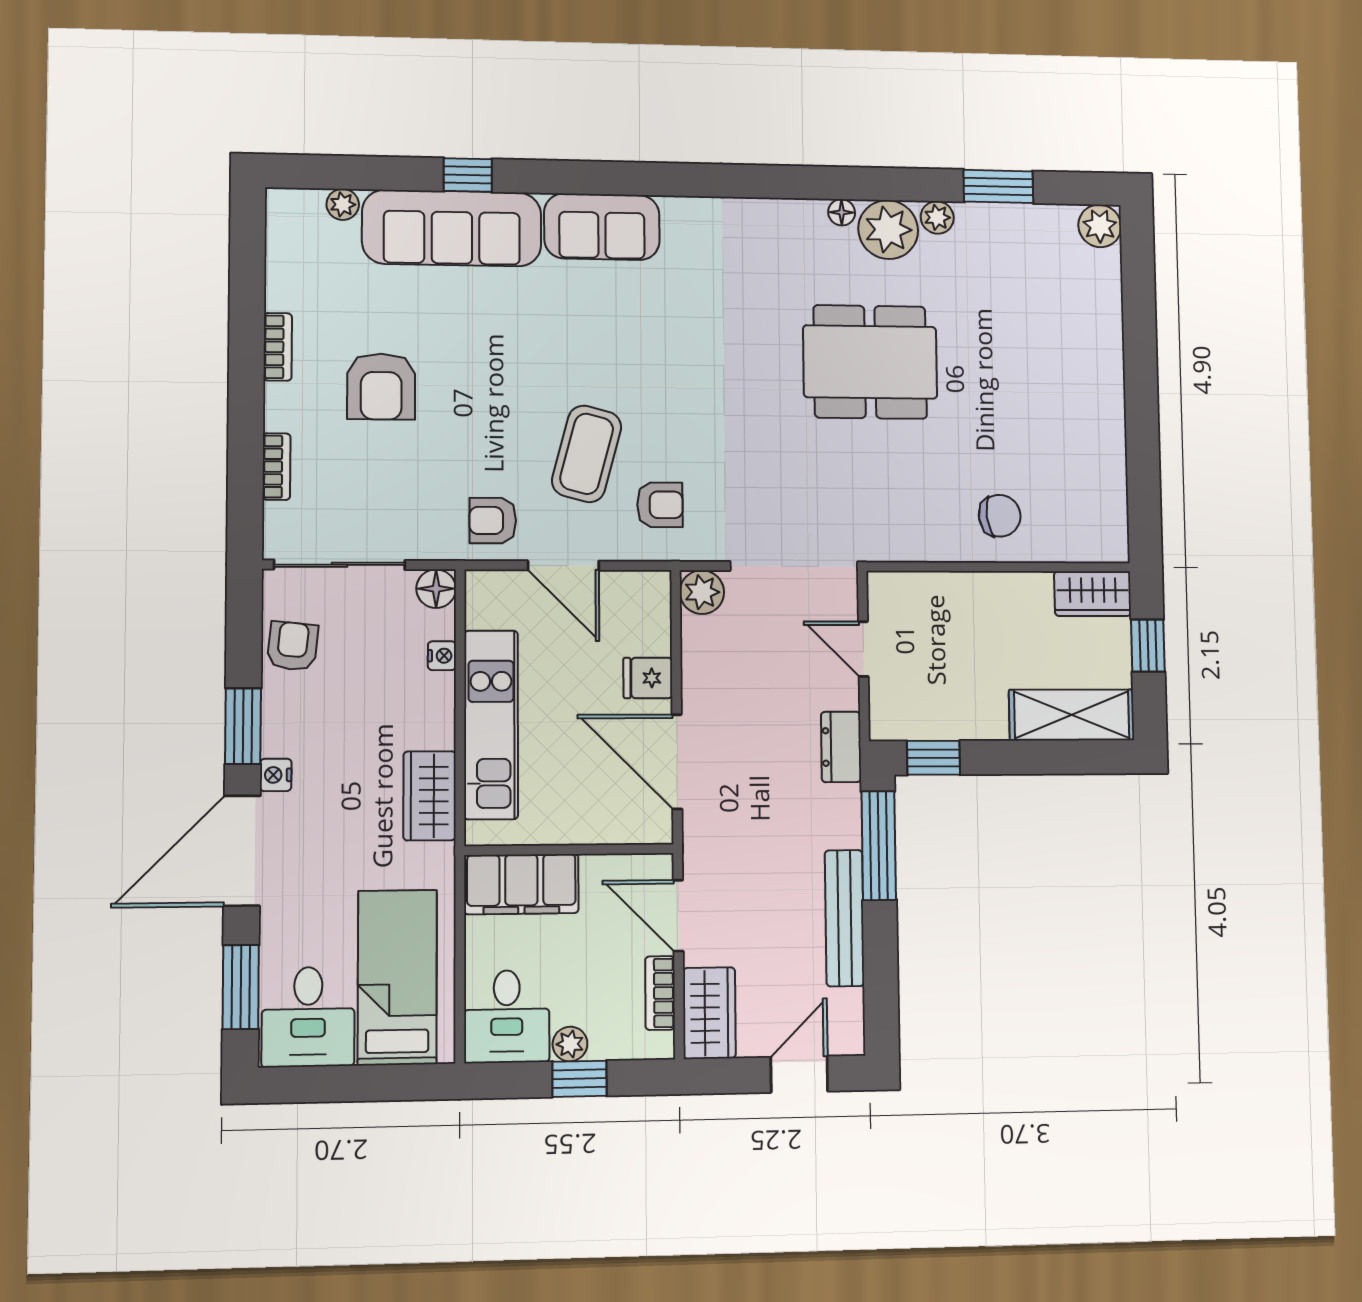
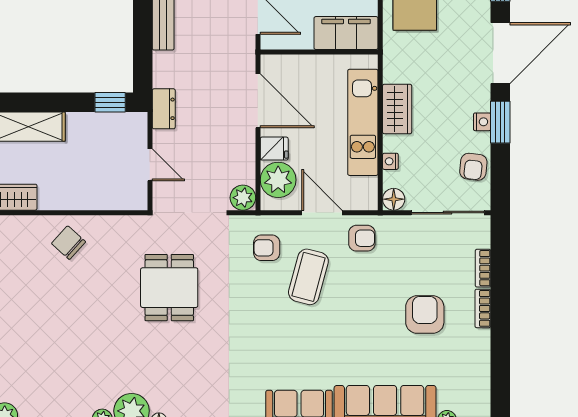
bookcase: (278, 347) -> (483, 308), moved
dining table: (870, 362) -> (169, 288), moved, width x0.73
chair: (1000, 516) -> (69, 243), turned 49
plant: (641, 623) -> (278, 180), added
nightstand: (276, 775) -> (482, 122), moved
wardrobe: (430, 796) -> (397, 109), moved
window: (879, 845) -> (143, 53), removed

